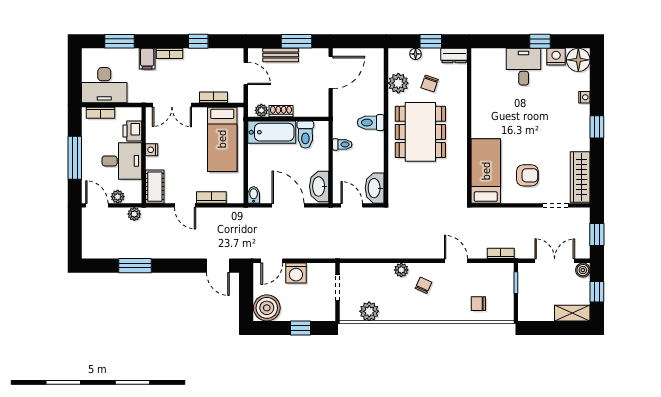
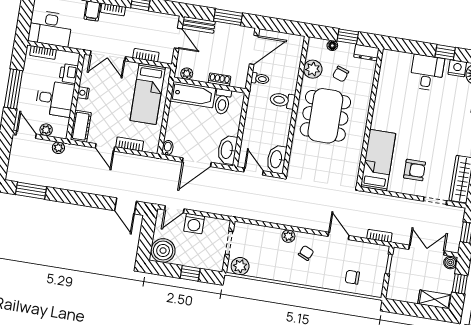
bench: (281, 55) -> (199, 25), moved
shoe rack: (281, 111) -> (220, 80), moved
toilet: (342, 144) -> (260, 79), moved
door: (288, 205) -> (197, 162), swing flipped
window: (135, 266) -> (31, 191), moved
plant: (369, 311) -> (240, 266), moved

